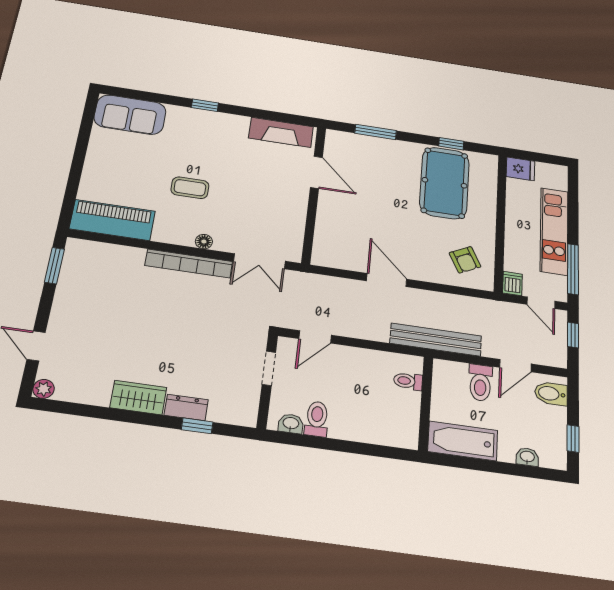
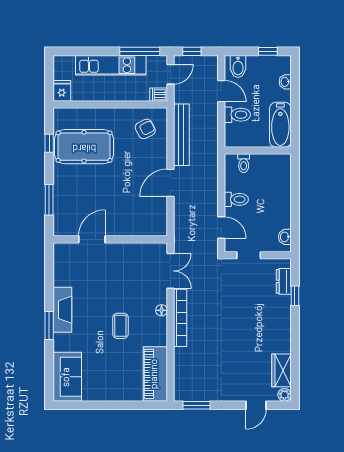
window: (205, 105) -> (49, 325), width x1.50
fireplace: (281, 132) -> (62, 310), moved
bench: (436, 340) -> (181, 135), moved
wardrobe: (138, 397) -> (281, 370), moved
dresser: (186, 407) -> (284, 281), moved
toilet: (317, 419) -> (236, 199), moved, turned 180

